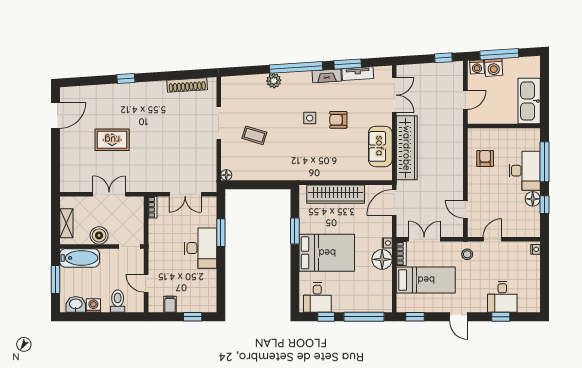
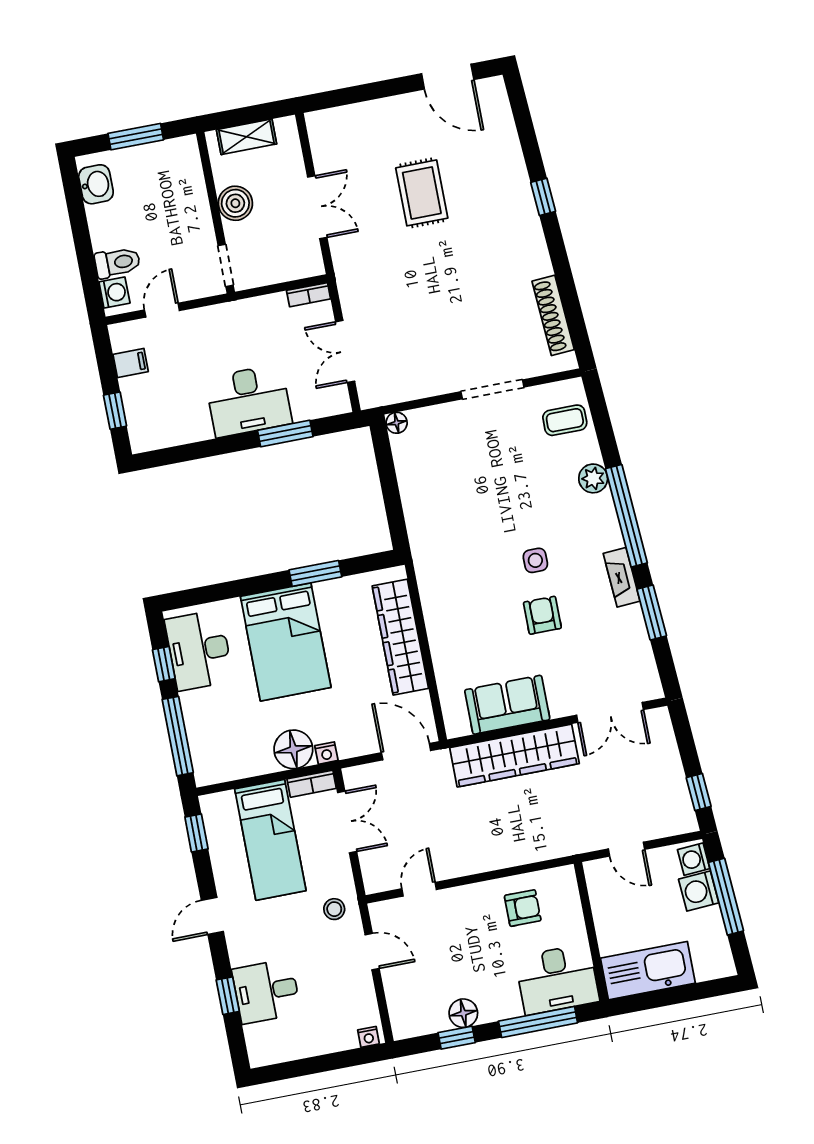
tv unit: (358, 74) -> (637, 635), removed
coffee table: (254, 135) -> (565, 420), moved, turned 73
desk: (525, 171) -> (557, 979), moved
bathtub: (80, 258) -> (186, 175), removed
desk: (317, 298) -> (199, 650), width x1.37
washing machine: (93, 306) -> (114, 293), moved

